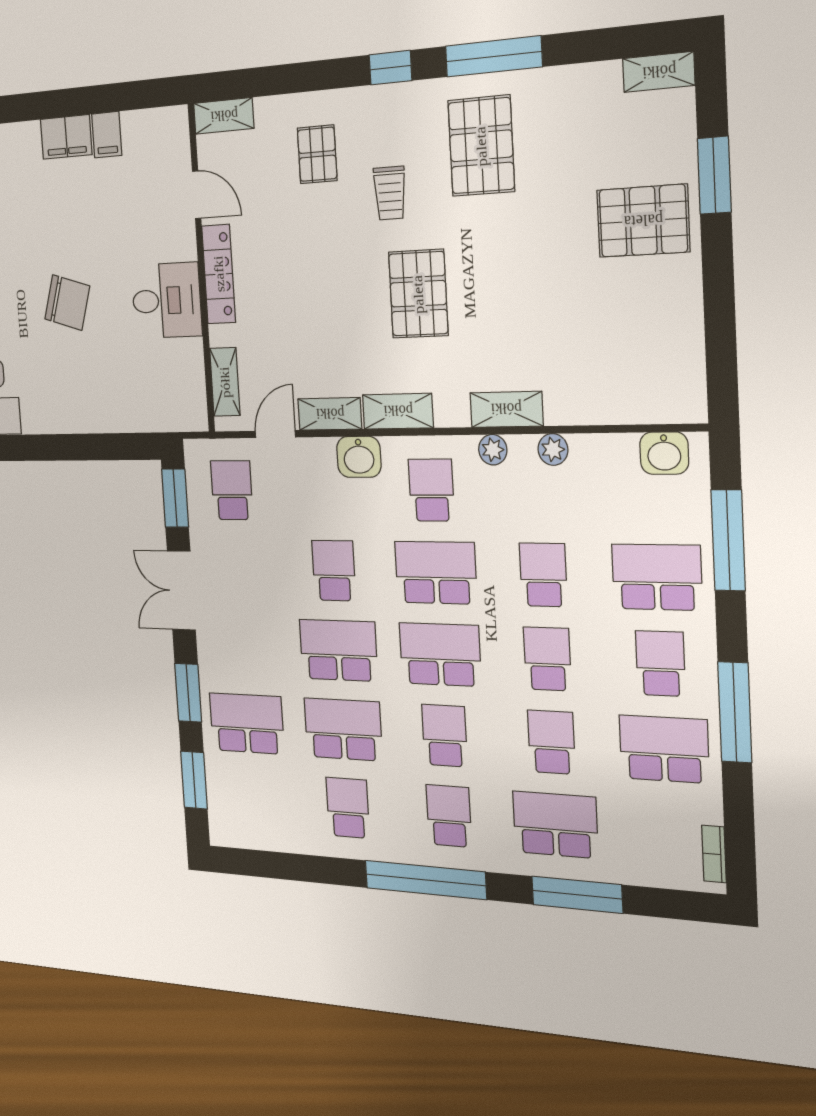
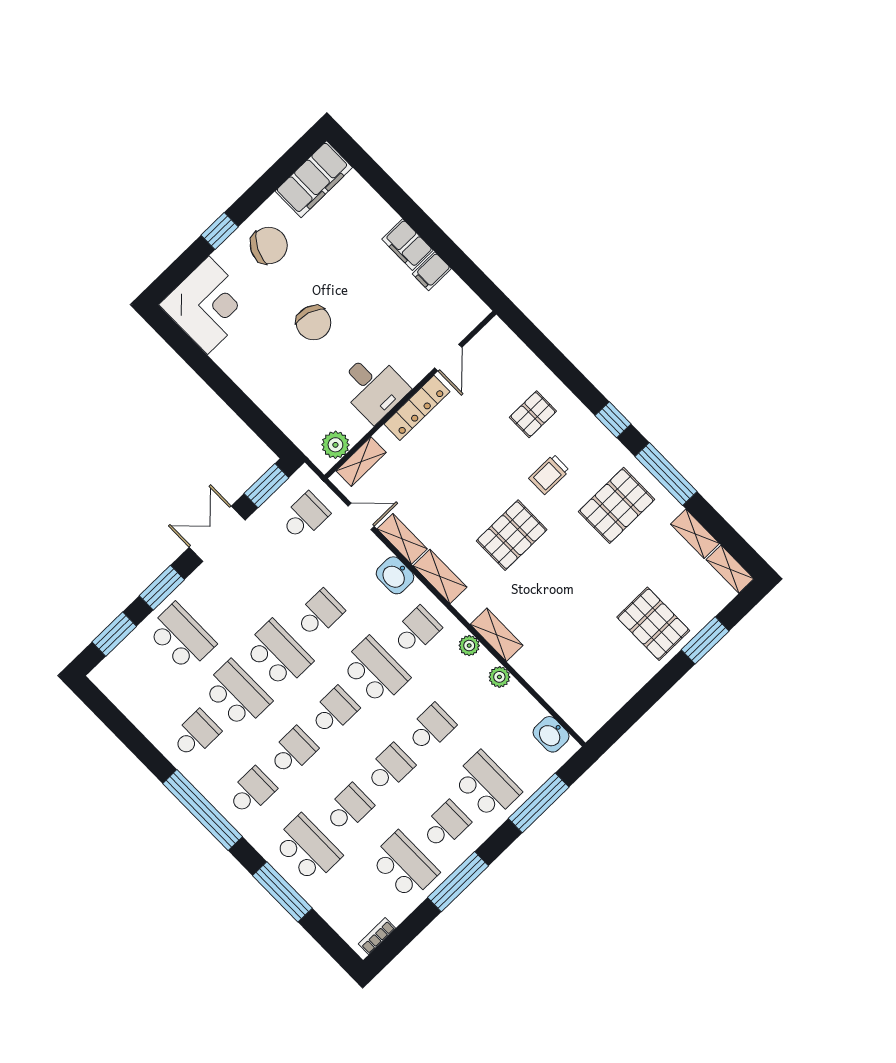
shelving: (224, 116) -> (695, 534), moved
plant: (190, 392) -> (335, 445), added
school desk: (440, 654) -> (334, 711), width x0.54

